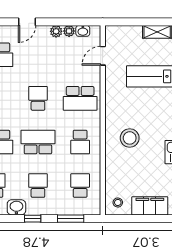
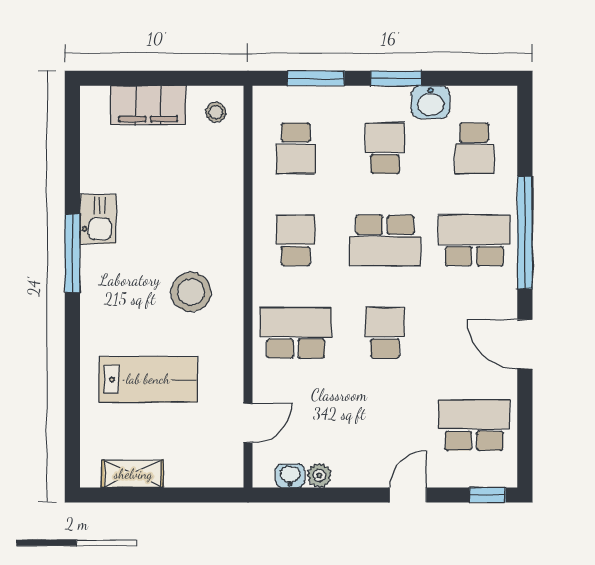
plant: (56, 31) -> (347, 475), removed
school desk: (38, 98) -> (385, 333), turned 180
stool: (130, 138) -> (191, 292), moved
school desk: (38, 186) -> (385, 148), turned 180
window: (33, 219) -> (396, 78), width x1.50

